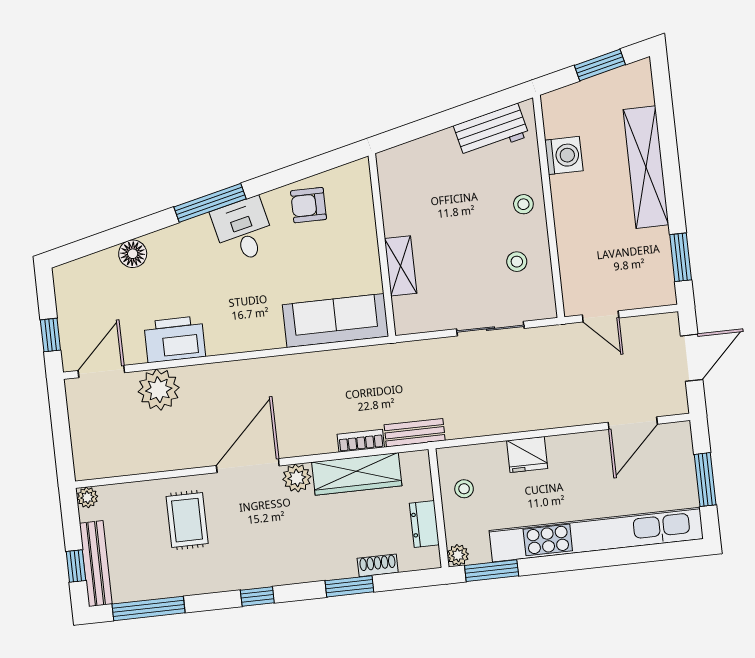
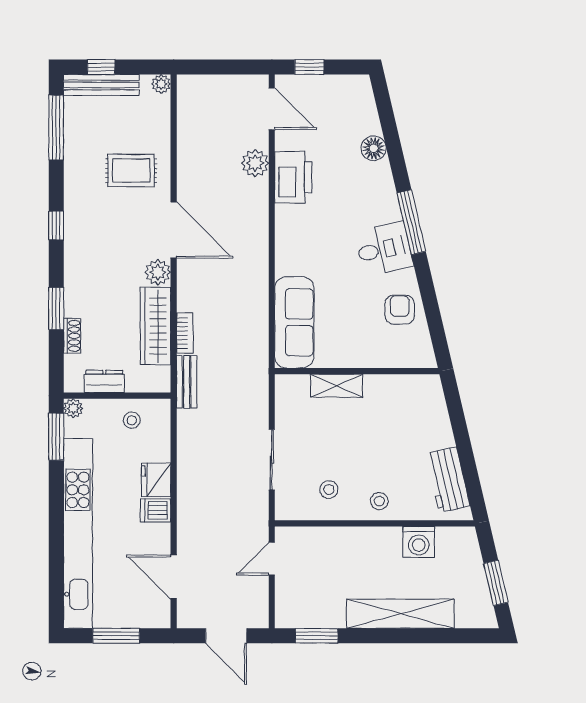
plant: (159, 390) -> (255, 163), width x0.73, depth x0.73
dishwasher: (561, 451) -> (156, 510), added

